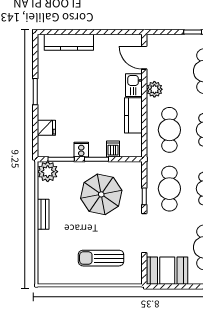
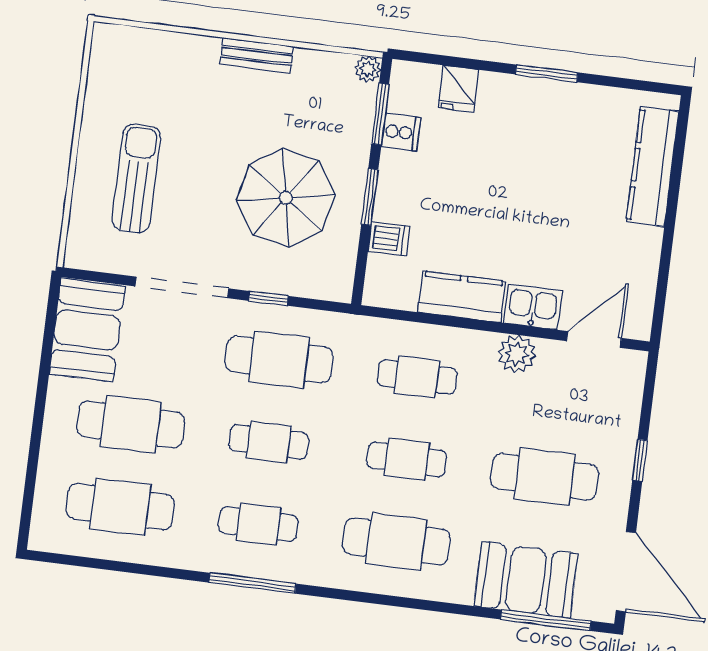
cafe table: (169, 130) -> (417, 377), width x0.73, depth x0.74
cooker: (81, 150) -> (401, 132), moved
plant: (48, 172) -> (368, 69), width x0.53, depth x0.53

